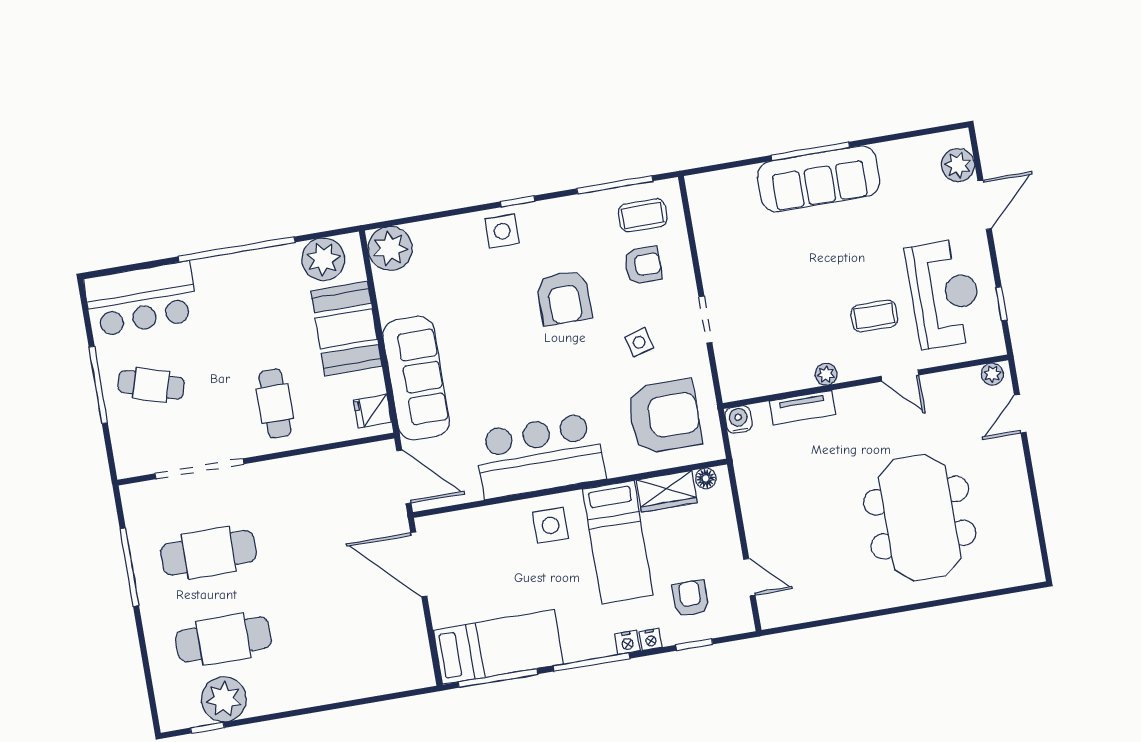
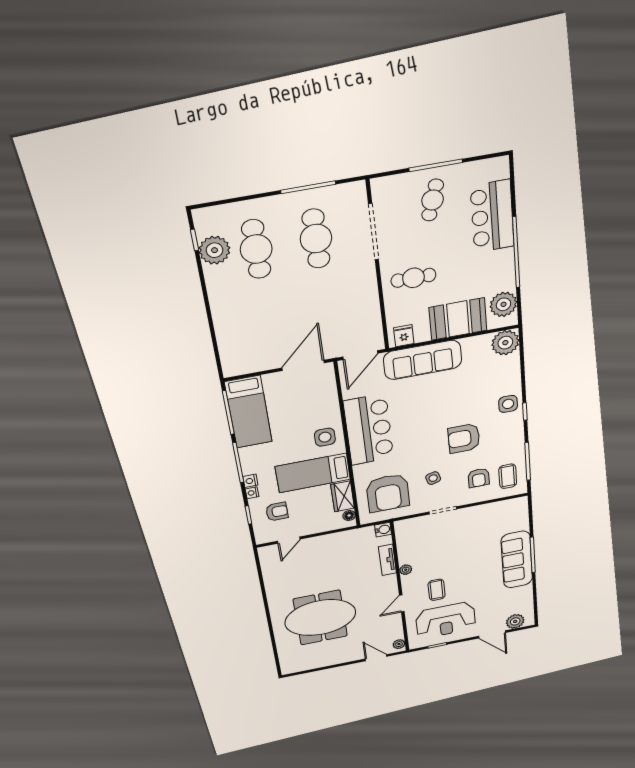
bar counter: (141, 299) -> (492, 216), moved

